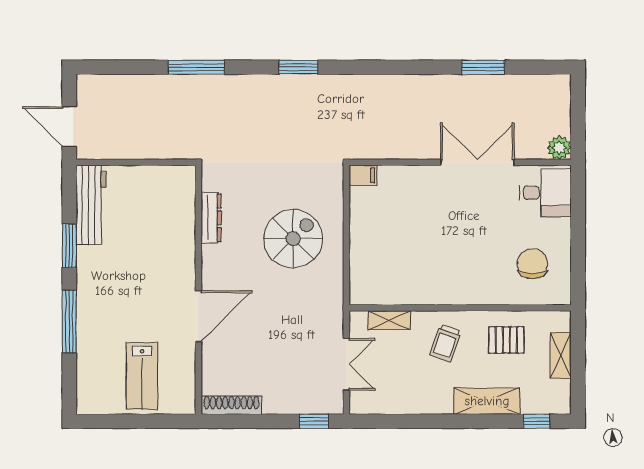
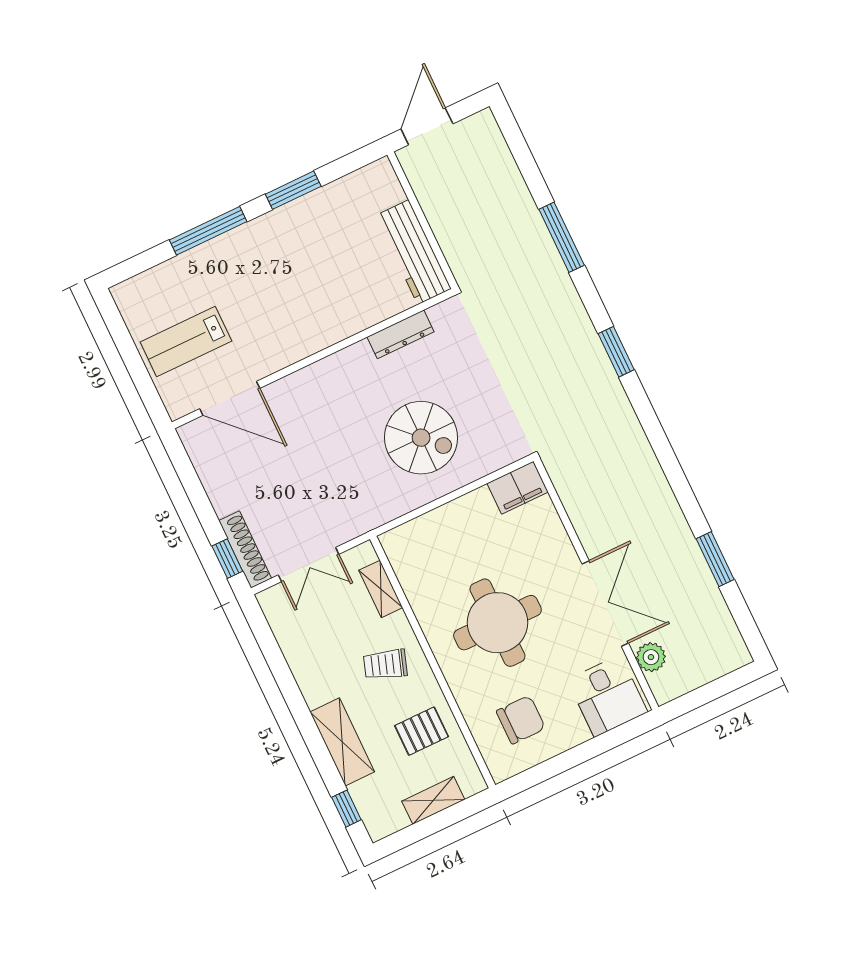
plant: (559, 148) -> (651, 657), moved
filing cabinet: (363, 175) -> (518, 488), width x2.00
workbench: (91, 205) -> (413, 252), moved, turned 90
round table: (454, 247) -> (497, 623), added
door: (198, 316) -> (230, 398), moved
pallet: (506, 340) -> (422, 731), turned 90
shoe rack: (231, 405) -> (245, 549), moved

